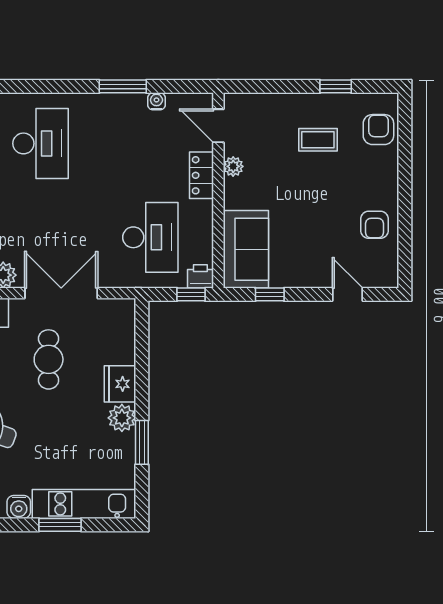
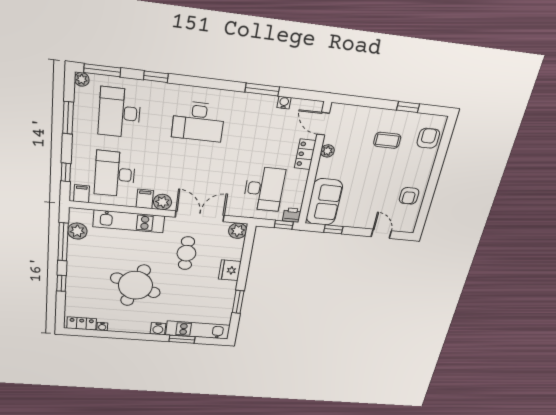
desk: (40, 143) -> (198, 121), turned 90
plant: (122, 418) -> (238, 231), moved

